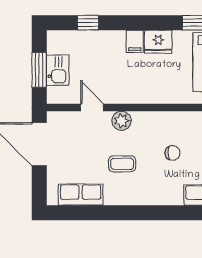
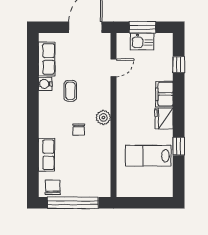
filing cabinet: (135, 41) -> (164, 94), width x2.00
plant: (121, 121) -> (103, 117), moved
water cooler: (113, 197) -> (45, 84), added

